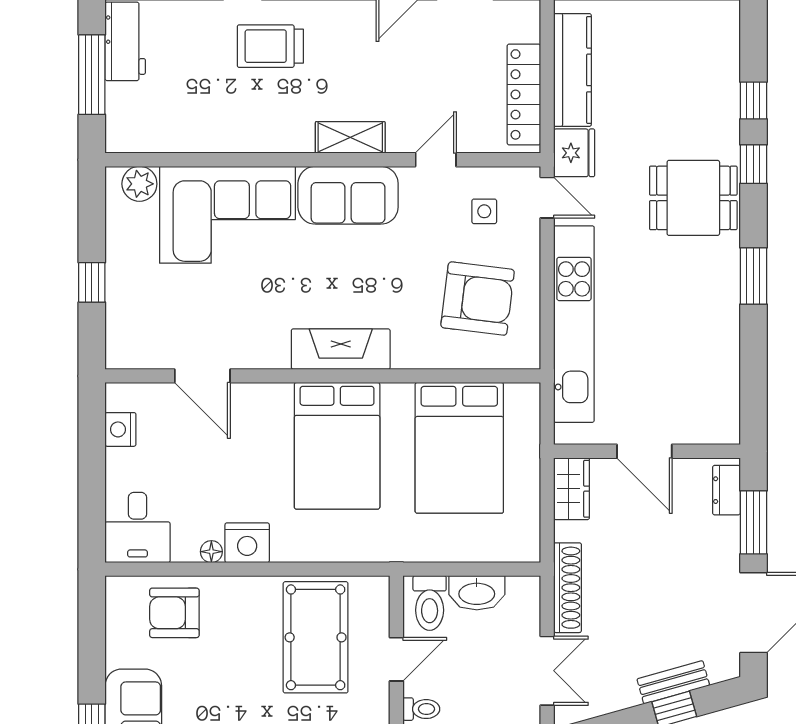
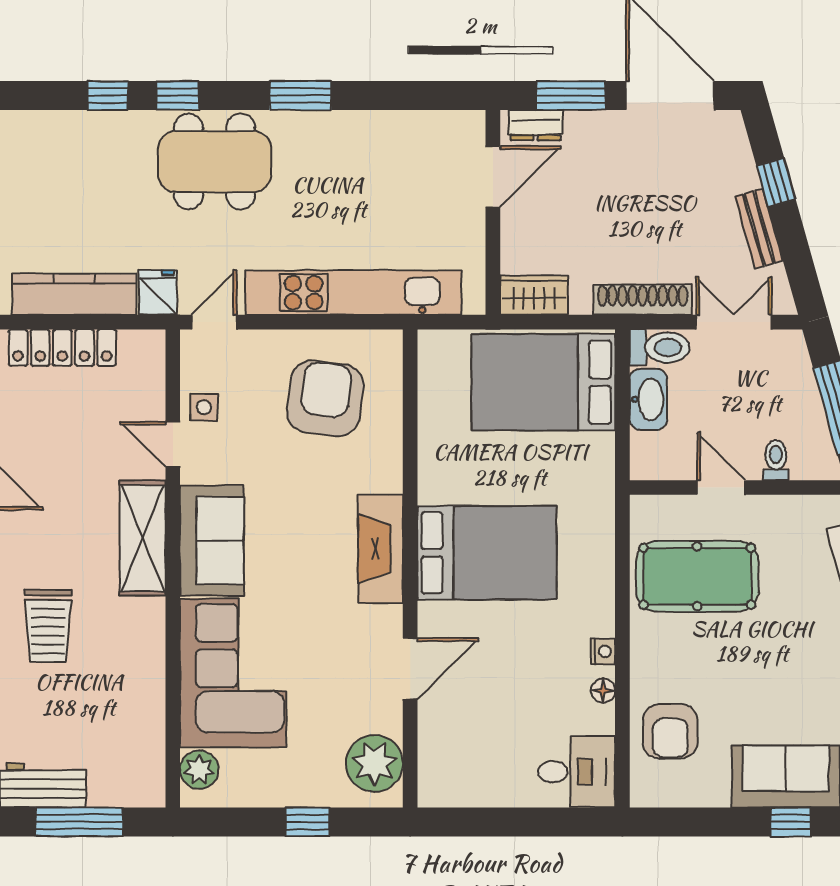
locker: (524, 94) -> (62, 348), moved
shelving: (350, 137) -> (143, 538), width x1.50, depth x1.33
fridge: (574, 153) -> (158, 292), width x0.72
dining table: (693, 198) -> (215, 162), width x1.38
side table: (484, 211) -> (204, 407), moved
plant: (145, 343) -> (374, 763), added
door: (202, 376) -> (410, 669), moved
nightstand: (120, 429) -> (469, 791), removed
bed: (459, 448) -> (543, 382), moved, turned 180
door: (644, 451) -> (493, 177), moved
nightstand: (247, 543) -> (603, 651), width x0.53, depth x0.56
toilet: (430, 603) -> (659, 347), moved
bench: (673, 682) -> (759, 229), moved

